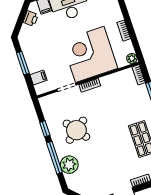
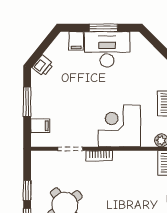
printer: (31, 18) -> (43, 66), moved
corner desk: (90, 54) -> (119, 126), width x0.74, depth x0.74

